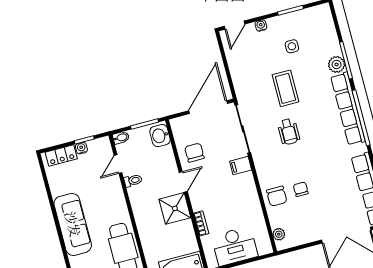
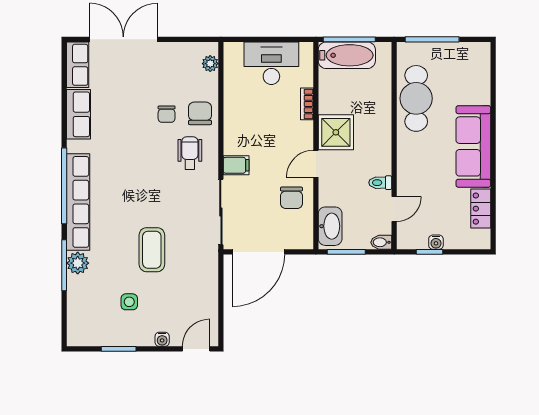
wheelchair: (289, 132) -> (190, 153), moved
washbasin: (160, 136) -> (330, 226), width x1.38
locker: (61, 156) -> (481, 209), moved, turned -90

